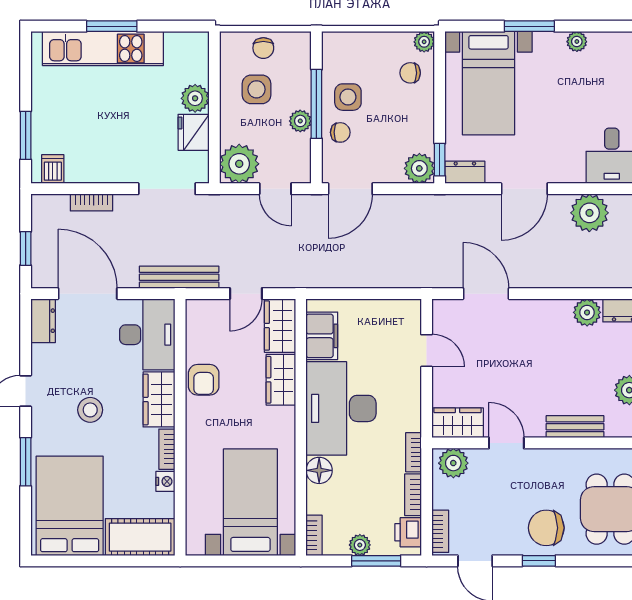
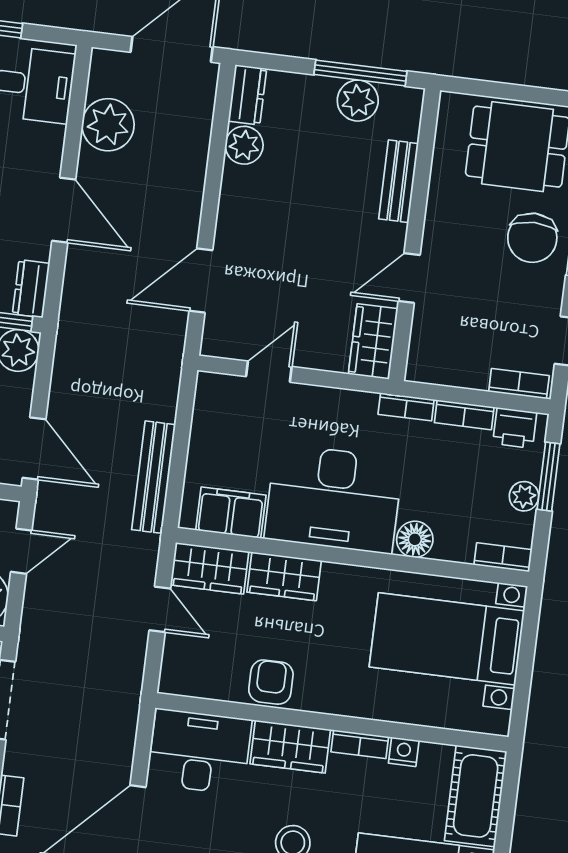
bench: (179, 277) -> (154, 477), moved
armchair: (204, 380) -> (271, 682), turned -90
plant: (453, 463) -> (428, 354), removed

